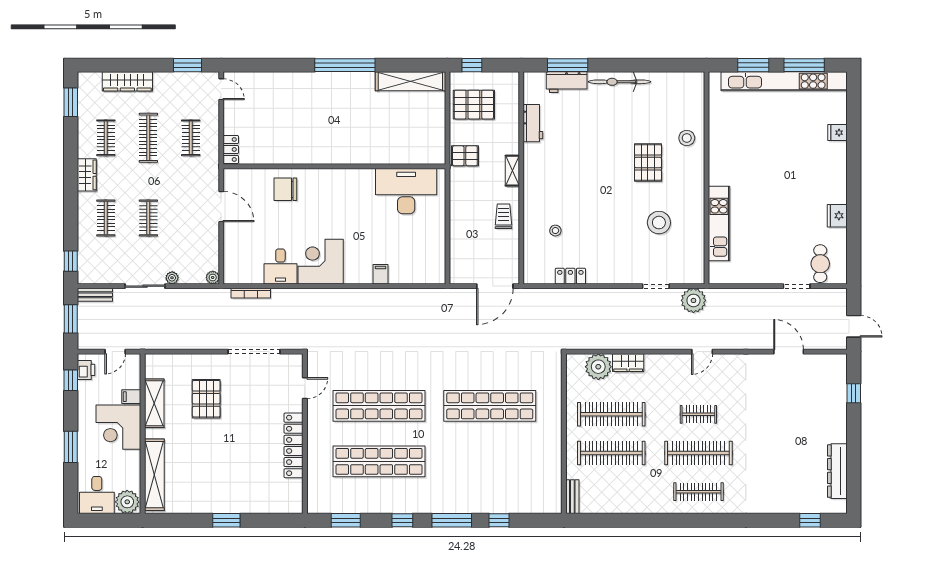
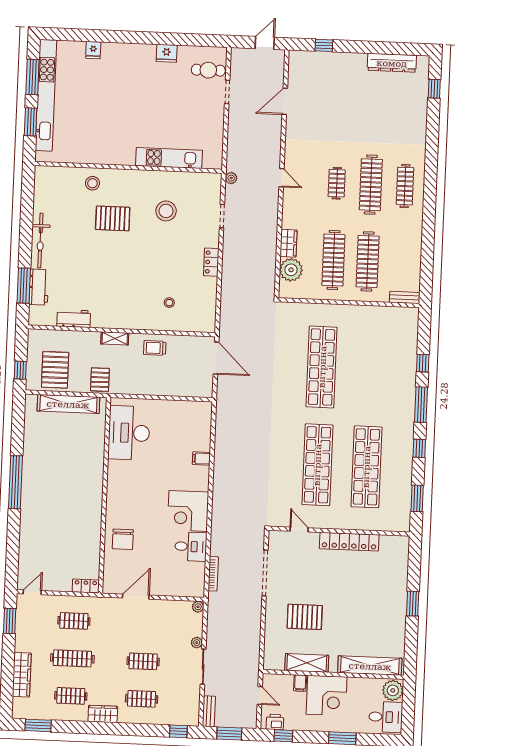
shelving: (410, 81) -> (68, 404), moved, turned 90
locker: (570, 276) -> (211, 262), moved
plant: (693, 300) -> (231, 178), width x0.53, depth x0.53

